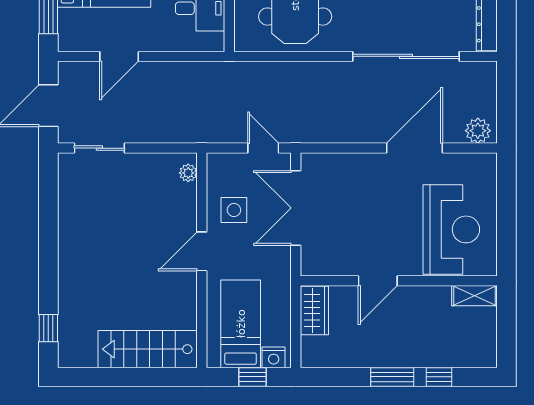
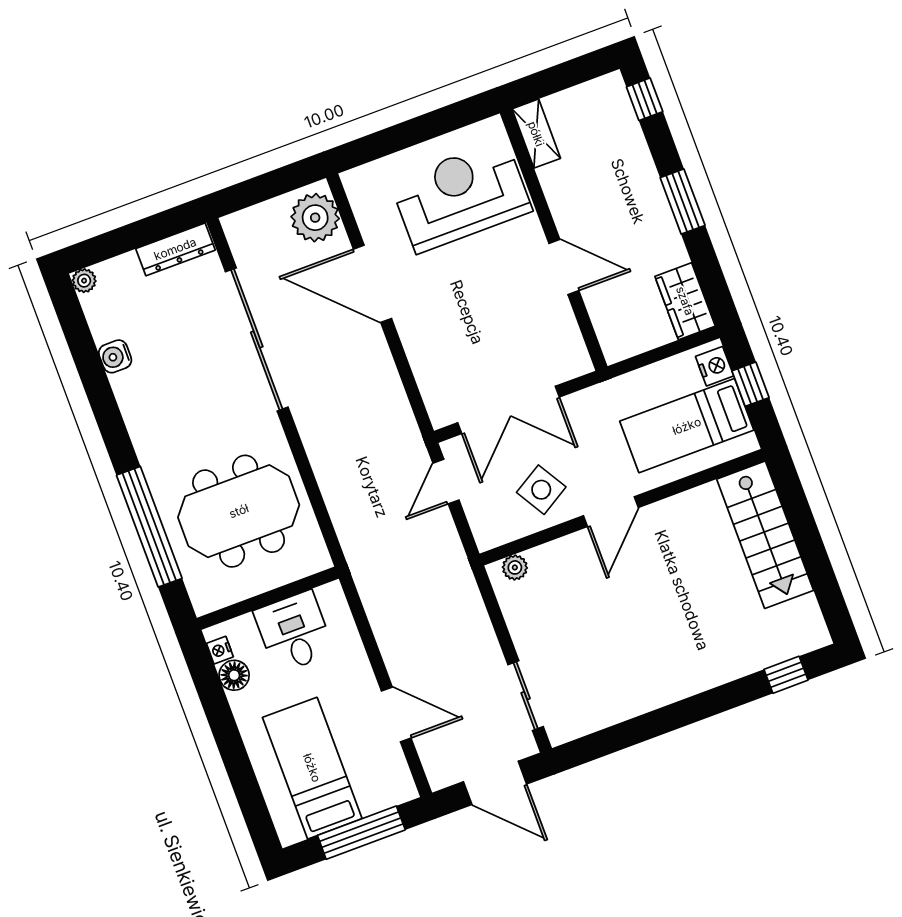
plant: (478, 131) -> (315, 218), width x1.36, depth x1.36
side table: (234, 210) -> (541, 490), turned -31
door: (202, 251) -> (611, 512), hinge flipped
wardrobe: (314, 311) -> (685, 301), moved, turned -90
window: (439, 377) -> (645, 99), moved

